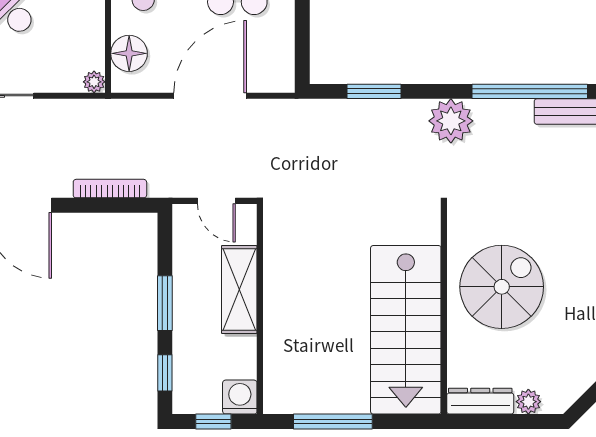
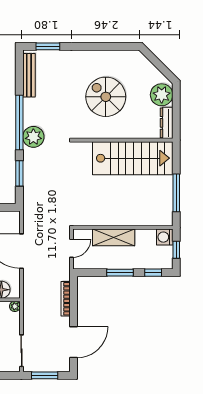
window: (530, 91) -> (19, 122), moved
spiral stairs: (502, 287) -> (106, 97), moved
plant: (528, 402) -> (162, 95), width x1.88, depth x1.88

